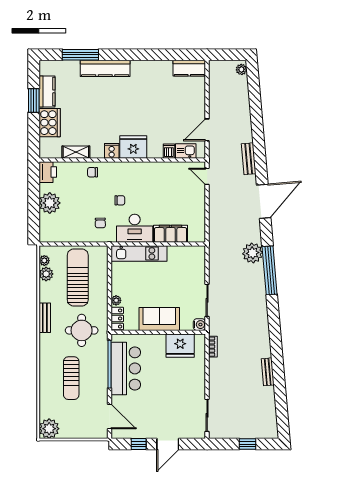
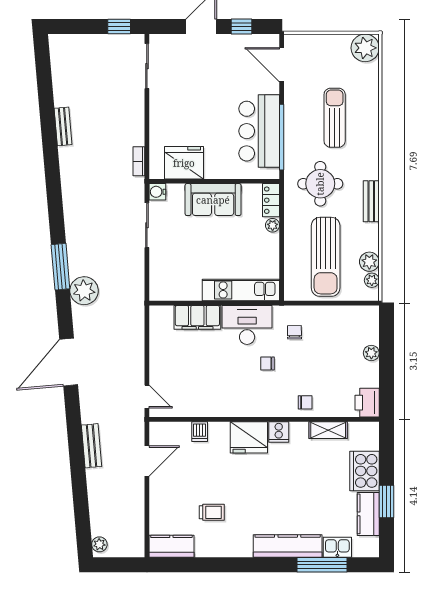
trolley: (160, 93) -> (212, 512), added
kitchen sink: (186, 151) -> (337, 547), moved, turned 180
bench: (249, 159) -> (92, 446), moved
plant: (50, 203) -> (371, 353), width x0.53, depth x0.53
window: (270, 270) -> (60, 267), width x0.68
window: (248, 444) -> (119, 27), moved

